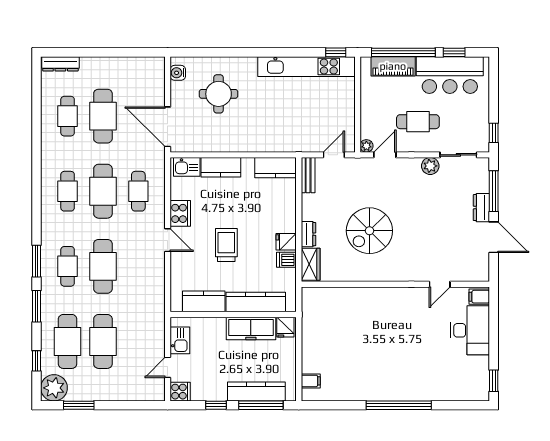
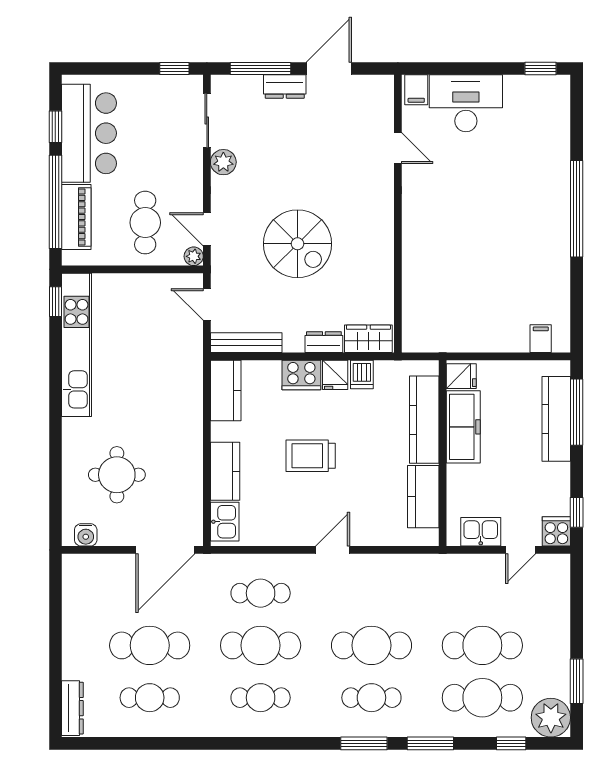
cafe table: (418, 122) -> (145, 223), moved
bench: (308, 175) -> (246, 343), width x1.36
cooker: (180, 213) -> (301, 375), moved, turned 180
spiral stairs: (369, 231) -> (298, 244), moved
trolley: (226, 245) -> (311, 456), moved
door: (168, 367) -> (521, 550), hinge flipped
window: (216, 405) -> (577, 512), moved

